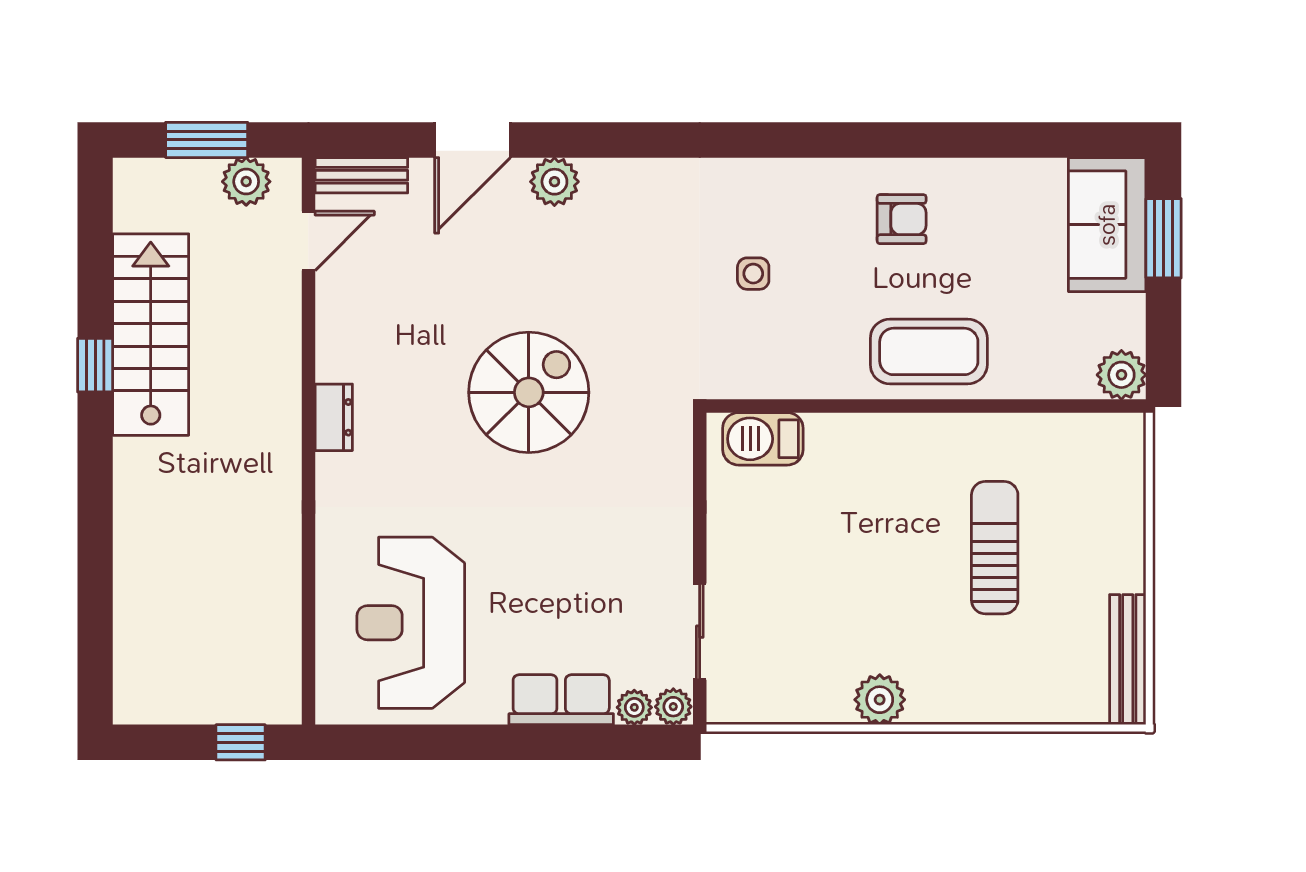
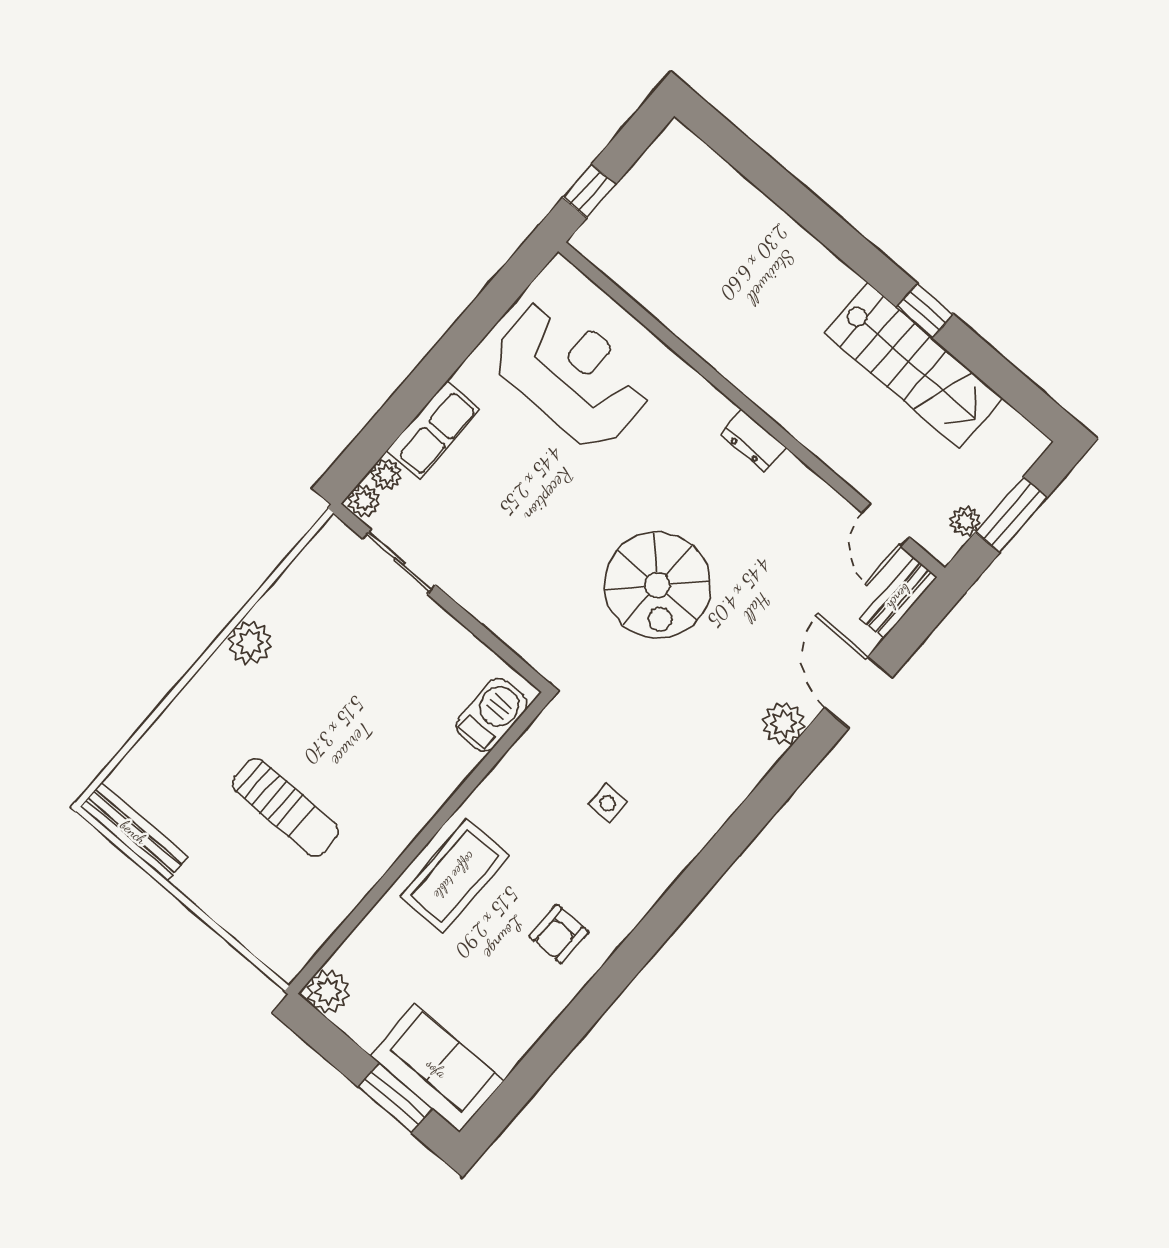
plant: (246, 182) -> (965, 521), width x0.73, depth x0.73

